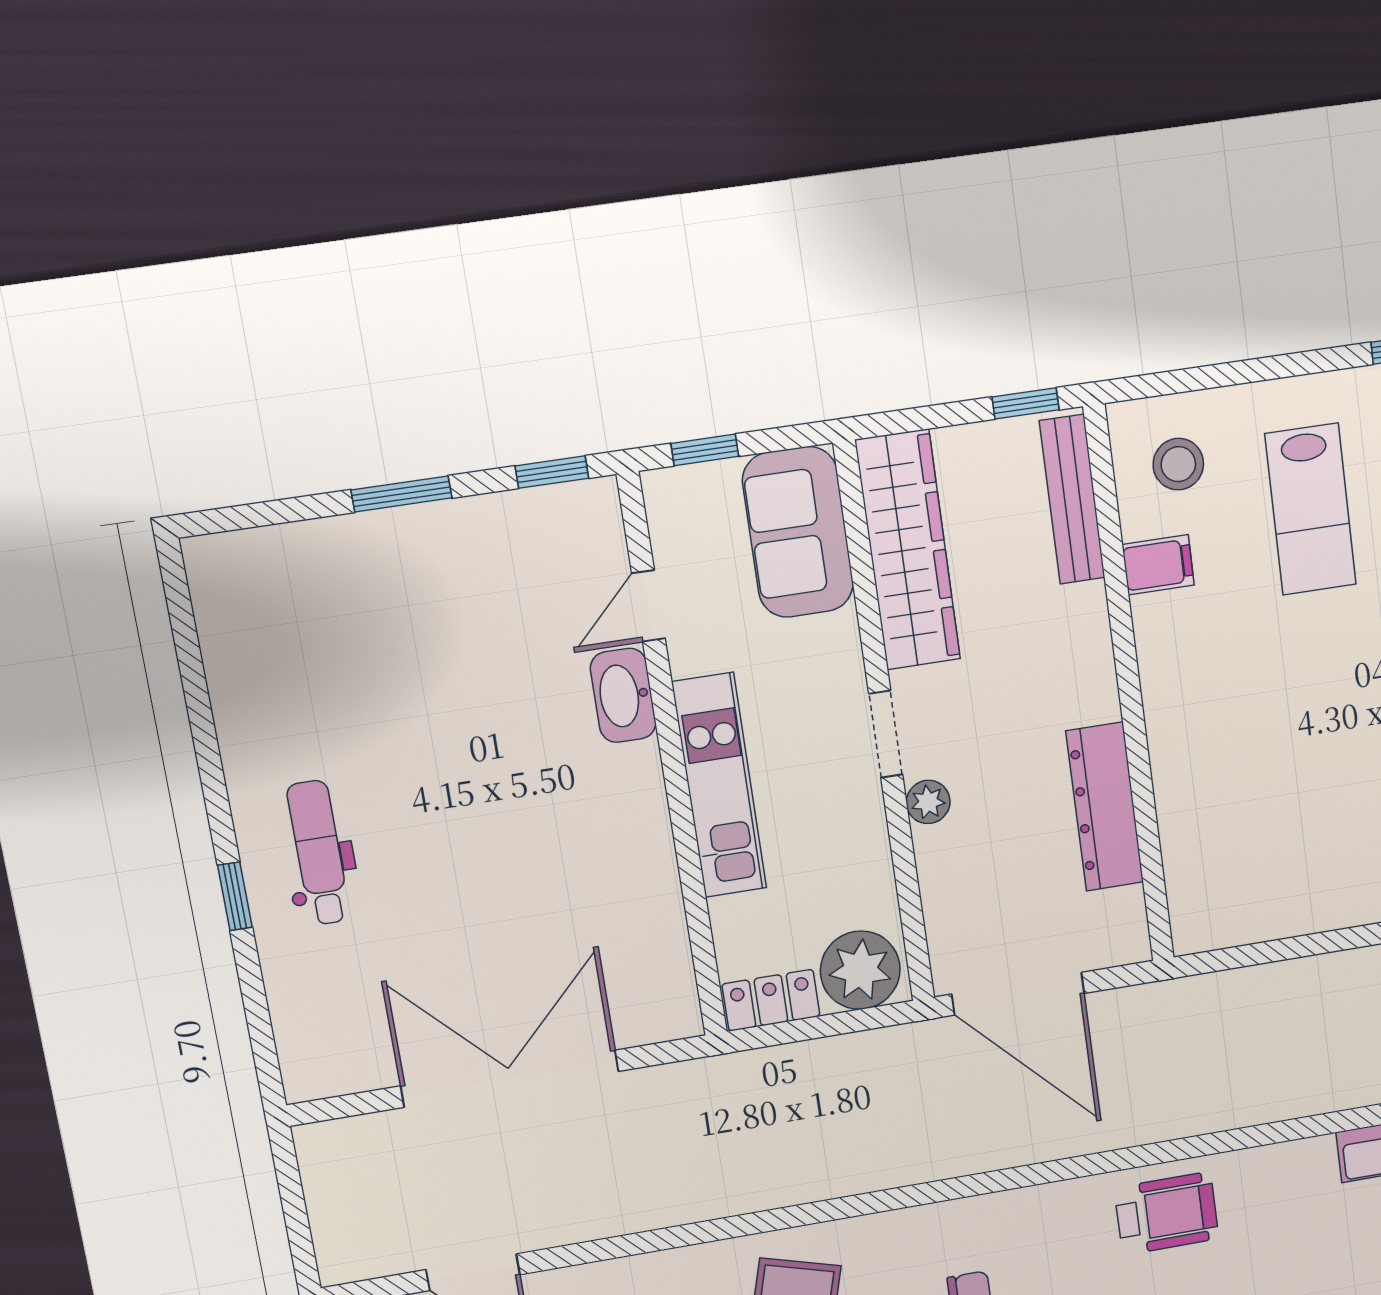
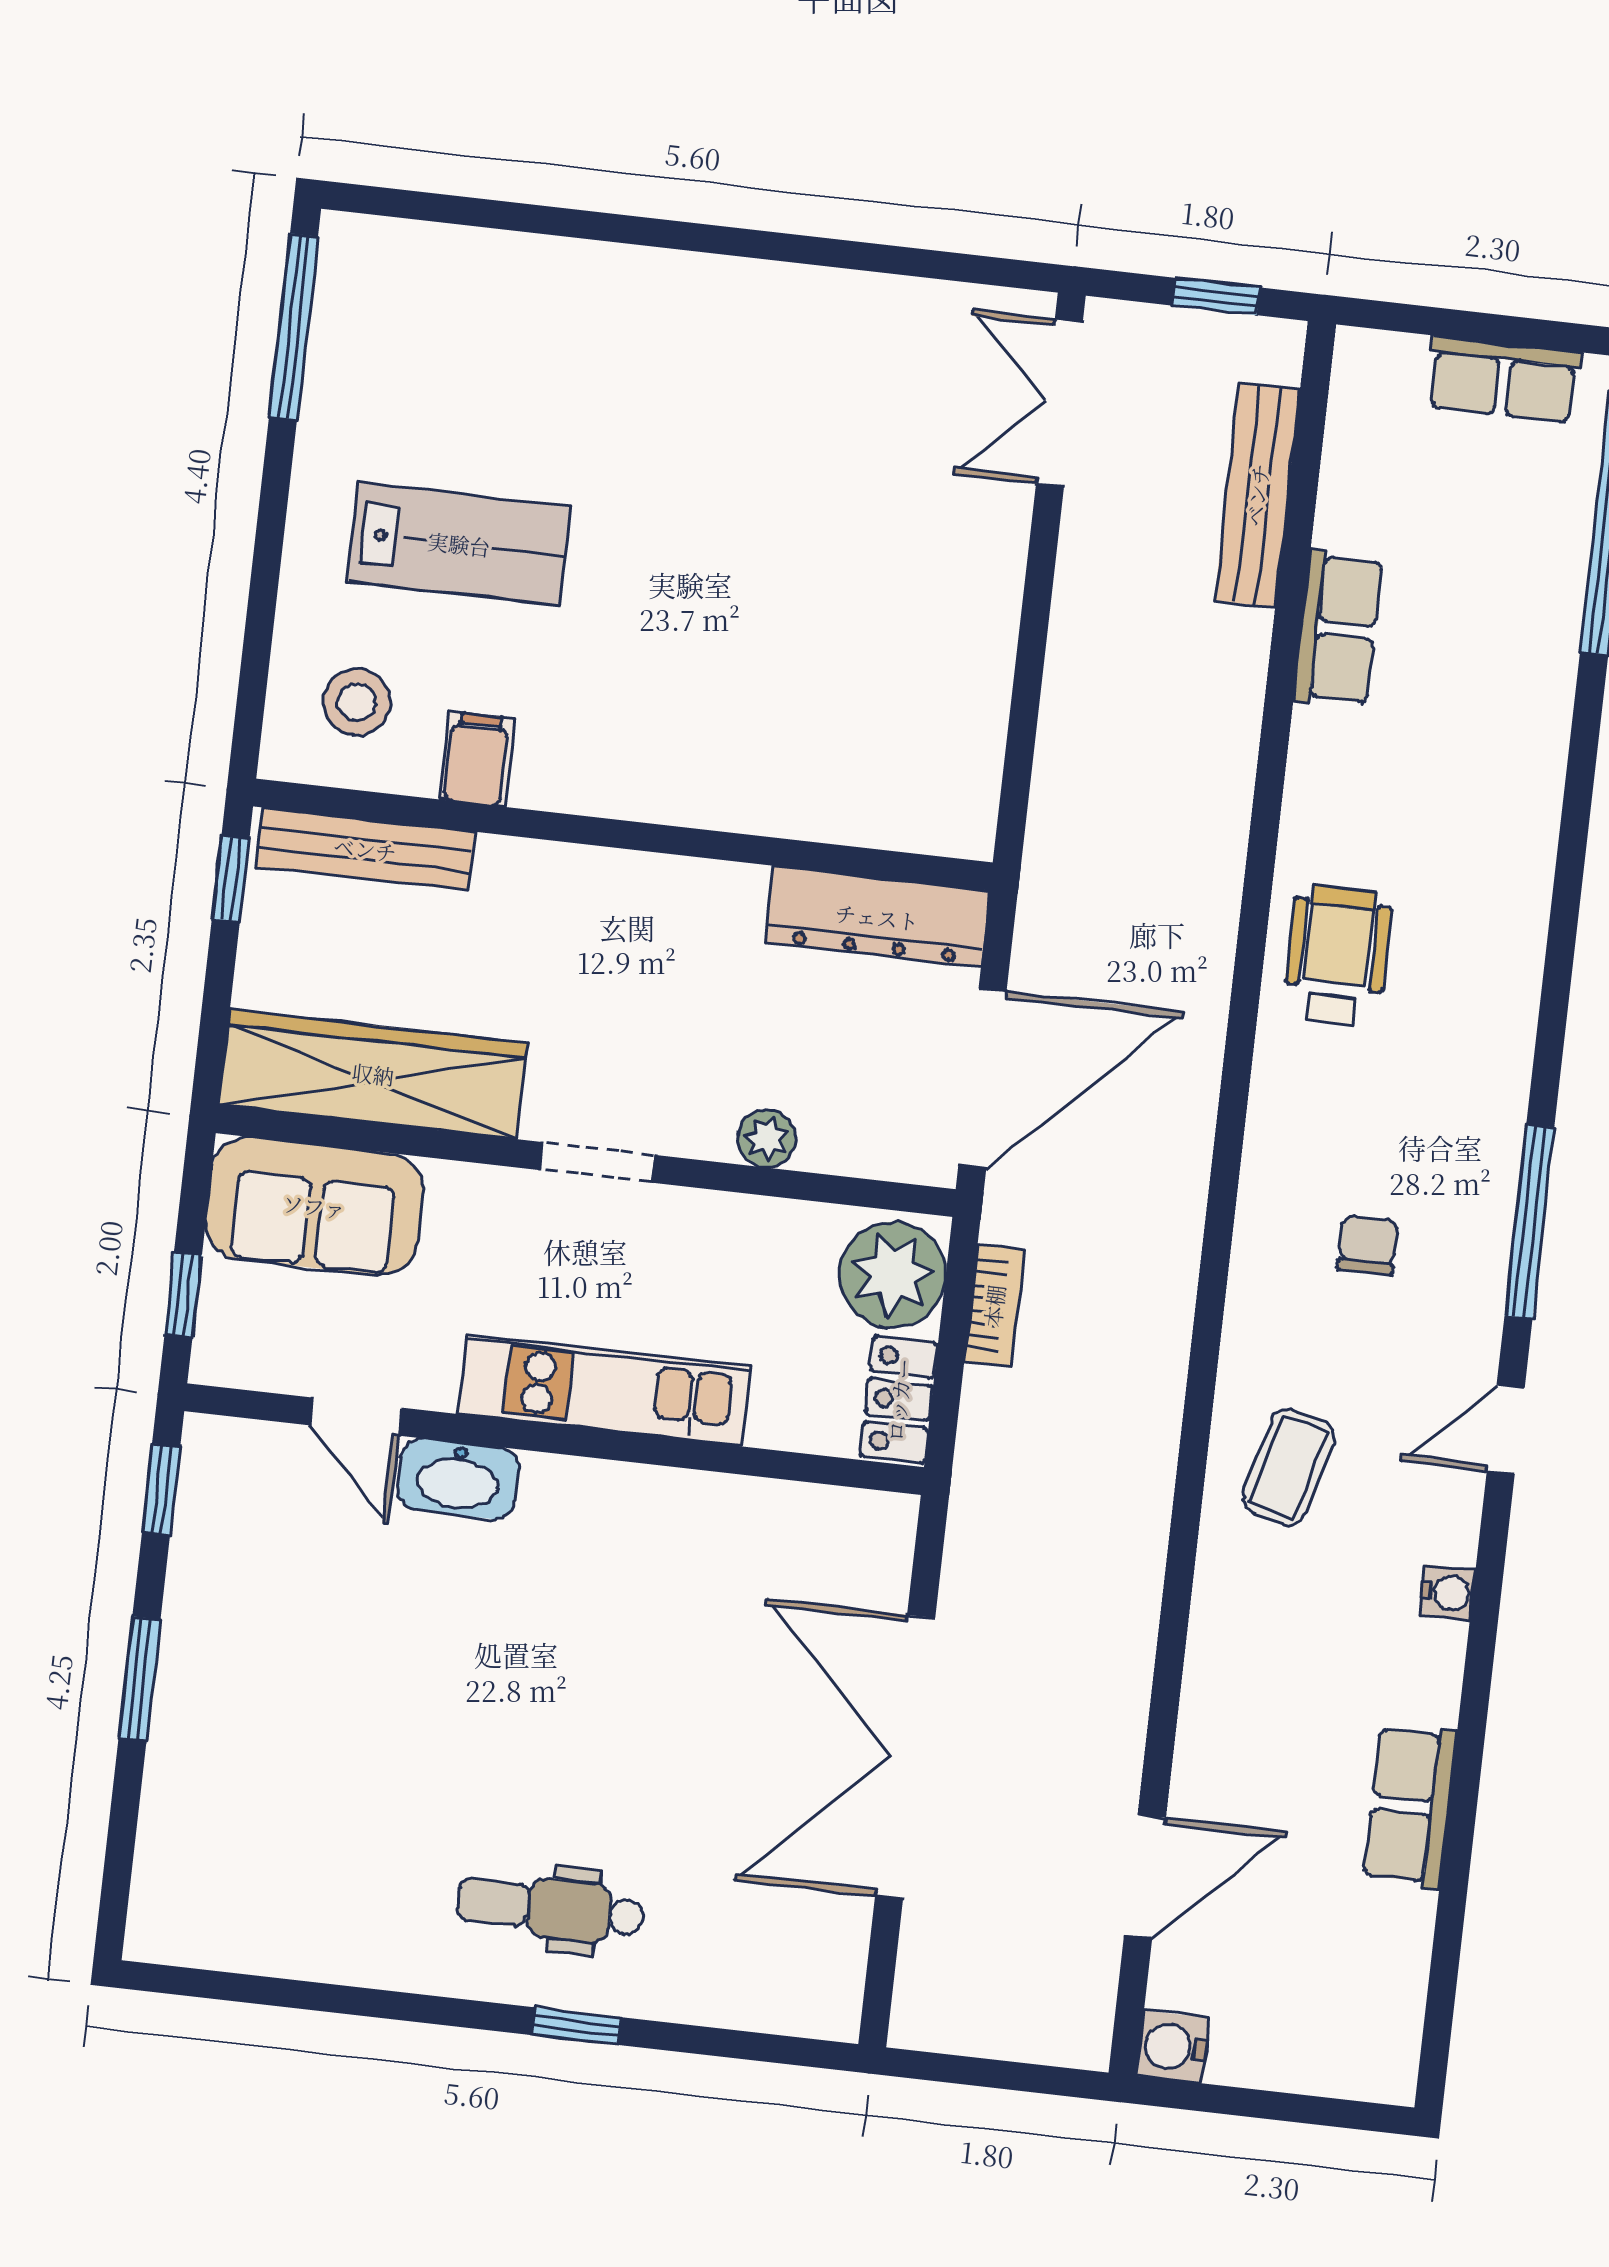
plant: (928, 802) -> (767, 1139), moved
dresser: (1105, 807) -> (877, 917), moved
bookcase: (857, 1048) -> (994, 1306), added

